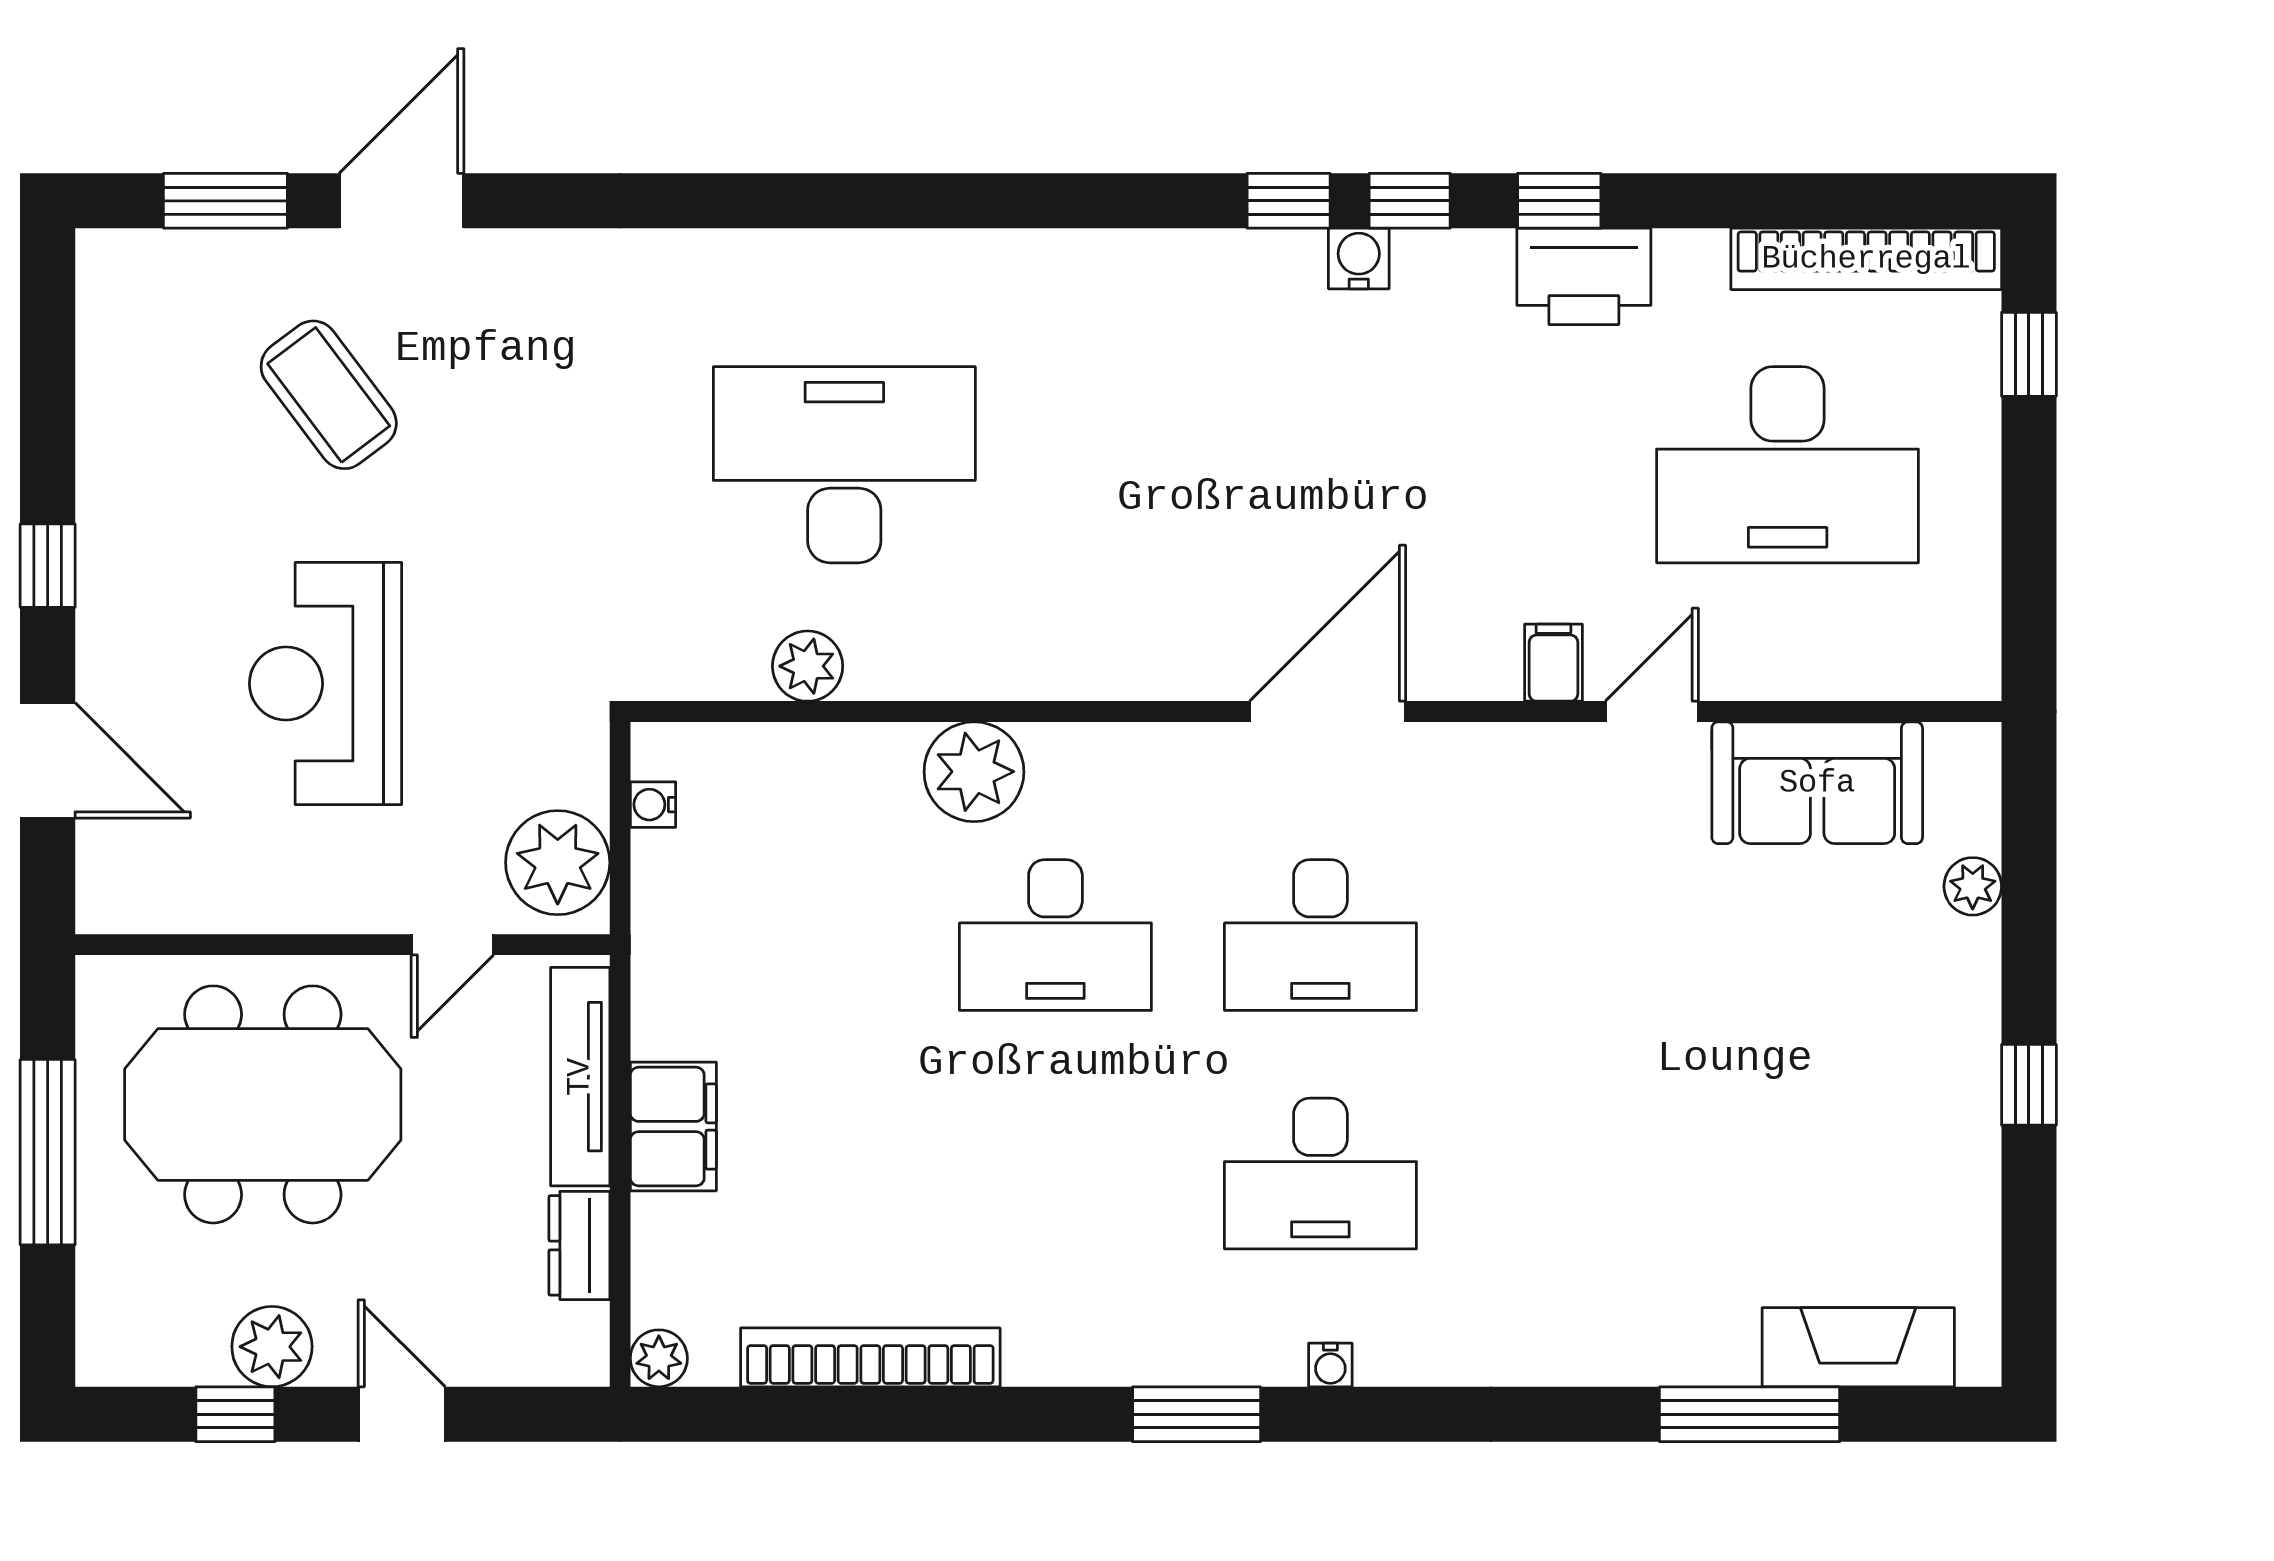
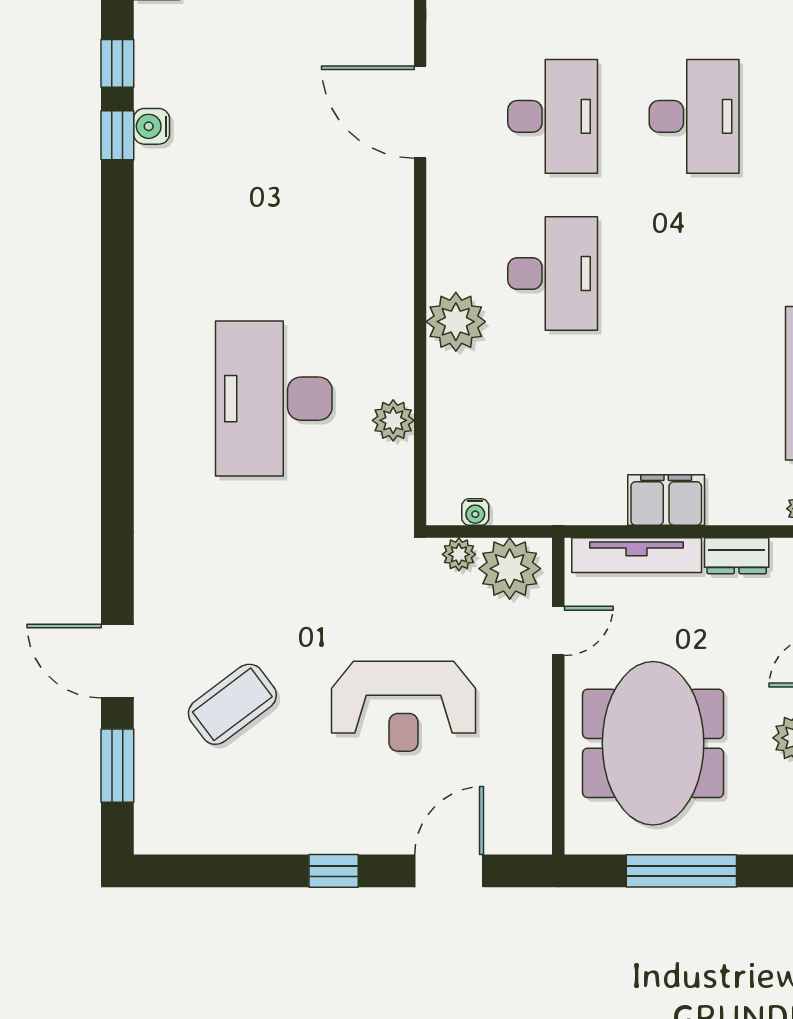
water cooler: (1359, 258) -> (152, 126), moved
plant: (582, 777) -> (459, 554), added
door: (452, 945) -> (558, 631), hinge flipped

